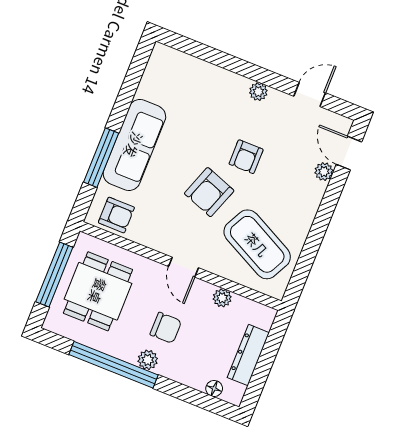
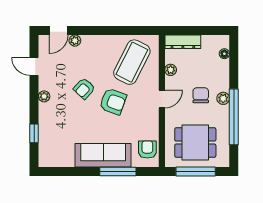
window: (209, 54) -> (34, 133), added
armchair: (246, 157) -> (84, 89), turned 133
dresser: (248, 355) -> (183, 42), moved

